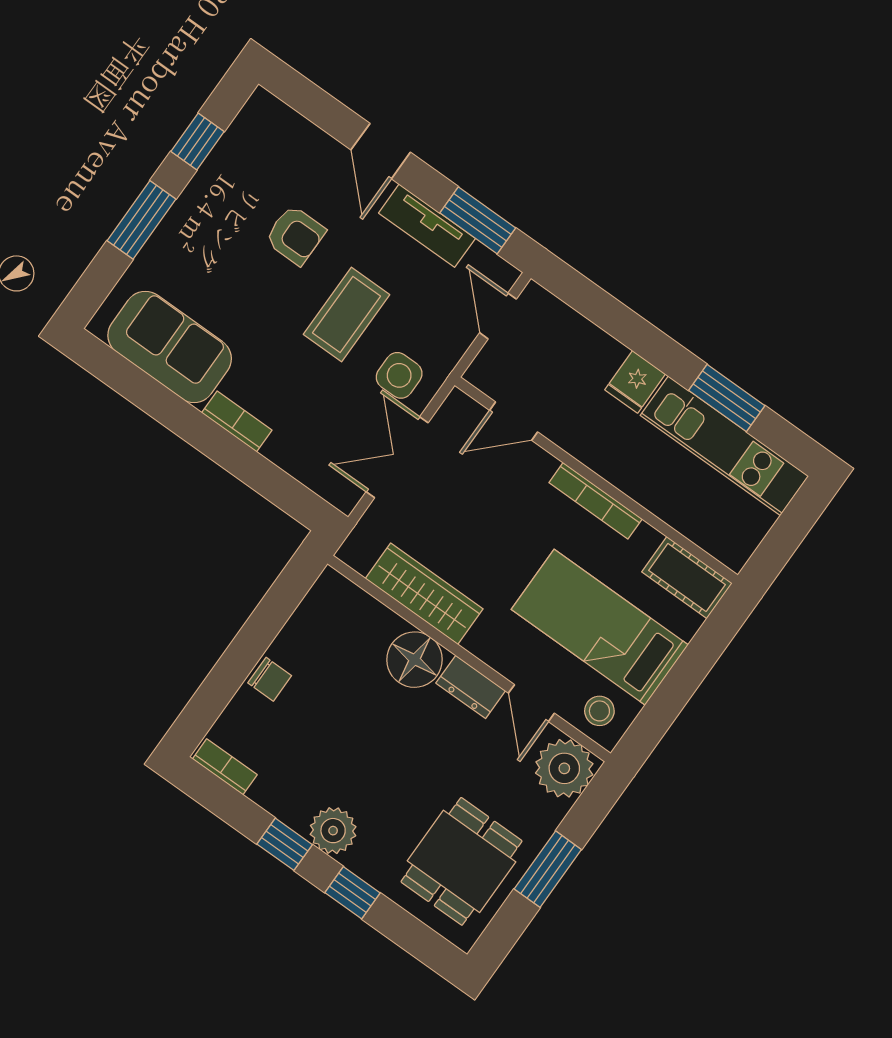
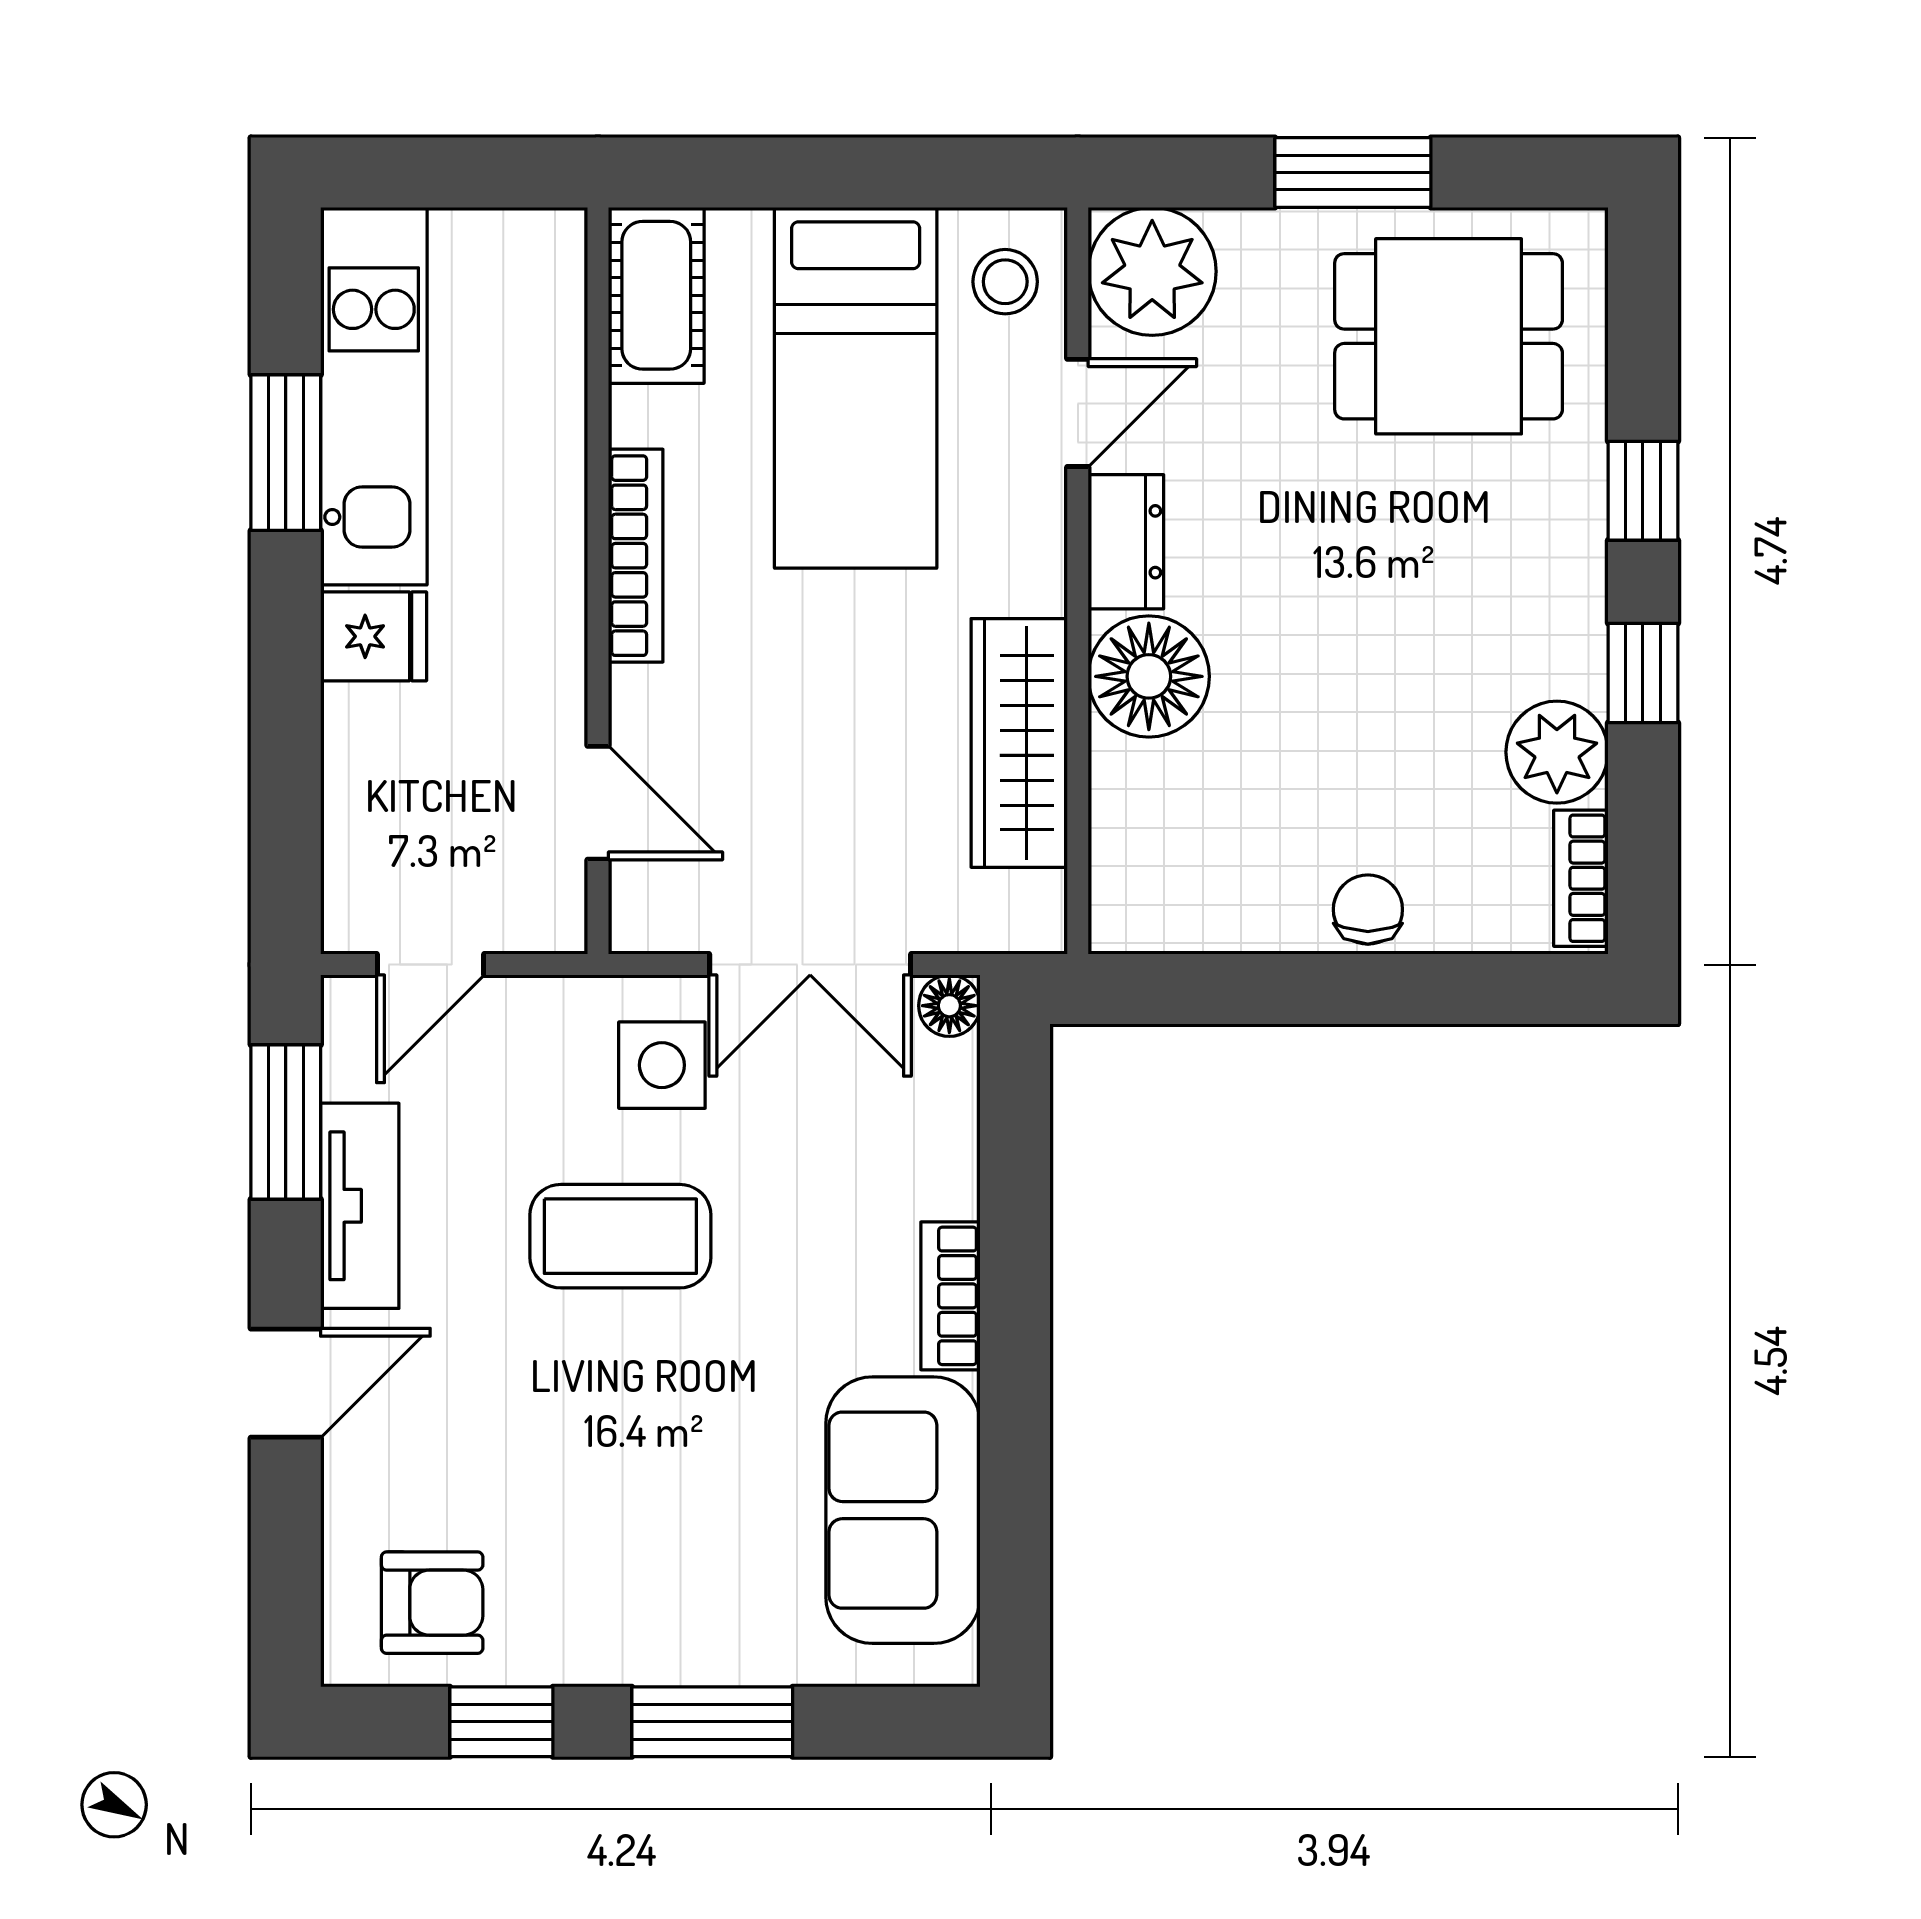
armchair: (295, 235) -> (432, 1603), moved, turned 90
floor lamp: (345, 498) -> (949, 1006), added
plant: (333, 831) -> (1557, 752), moved

